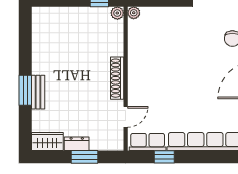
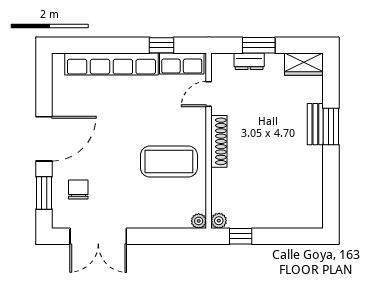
coffee table: (158, 62) -> (169, 162), added
dresser: (77, 144) -> (249, 61), moved

